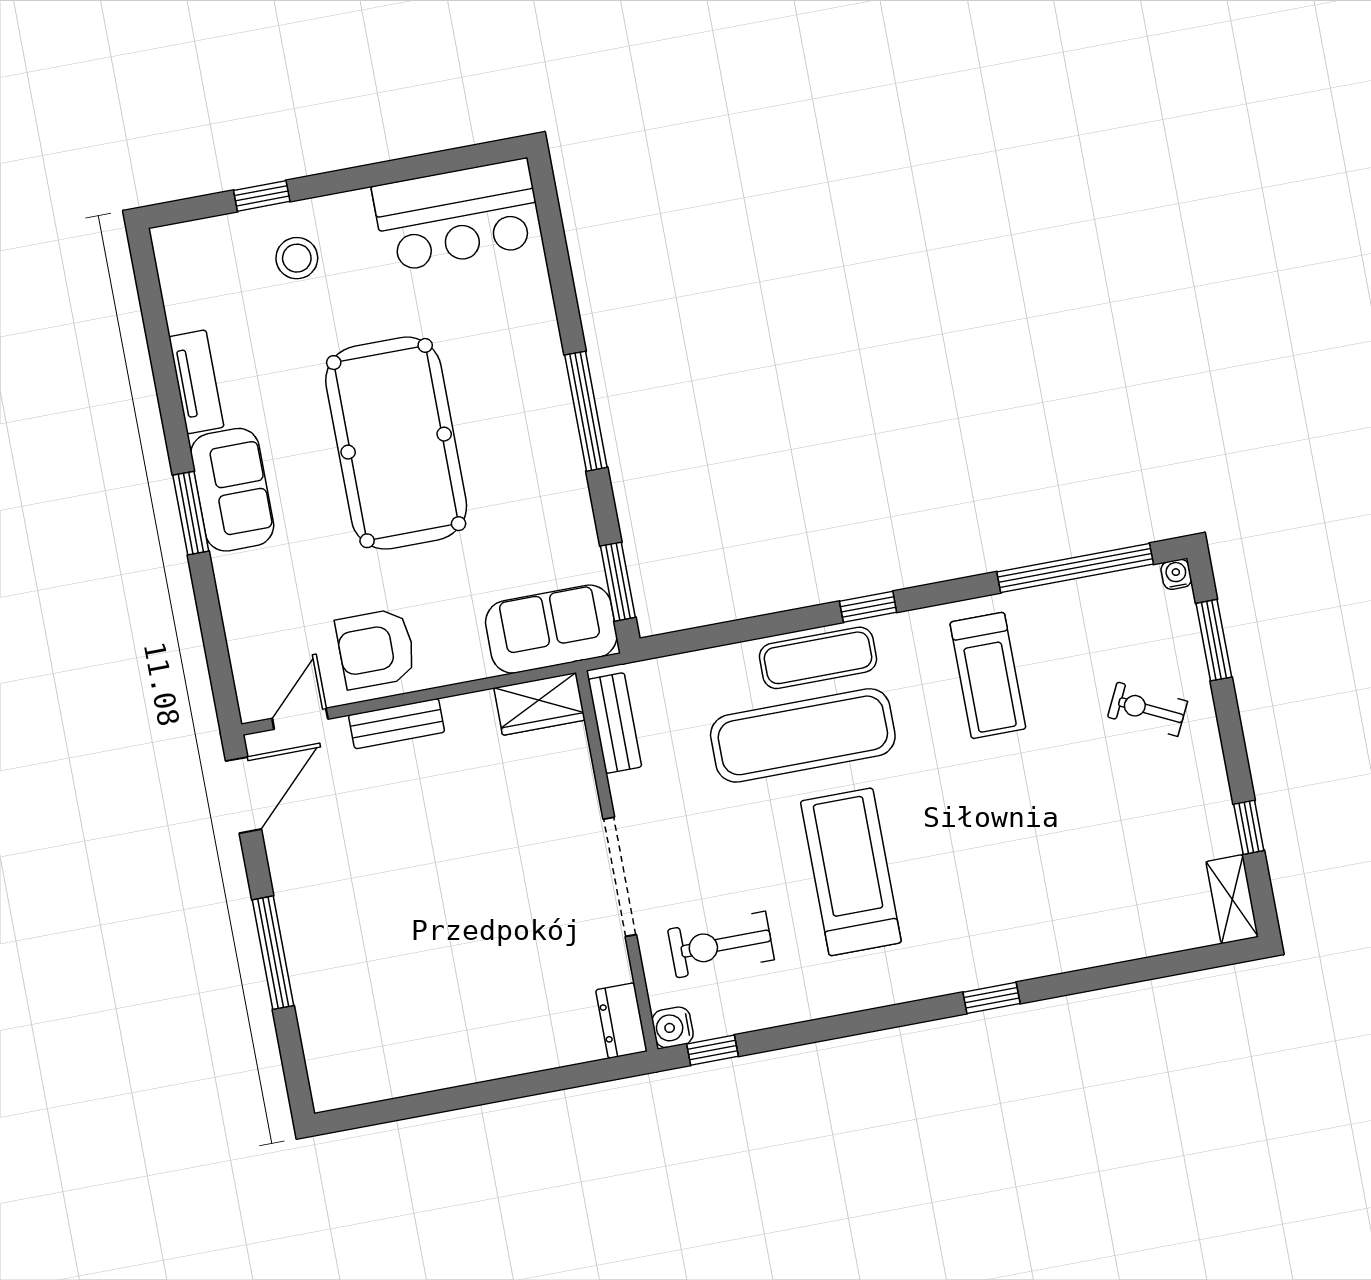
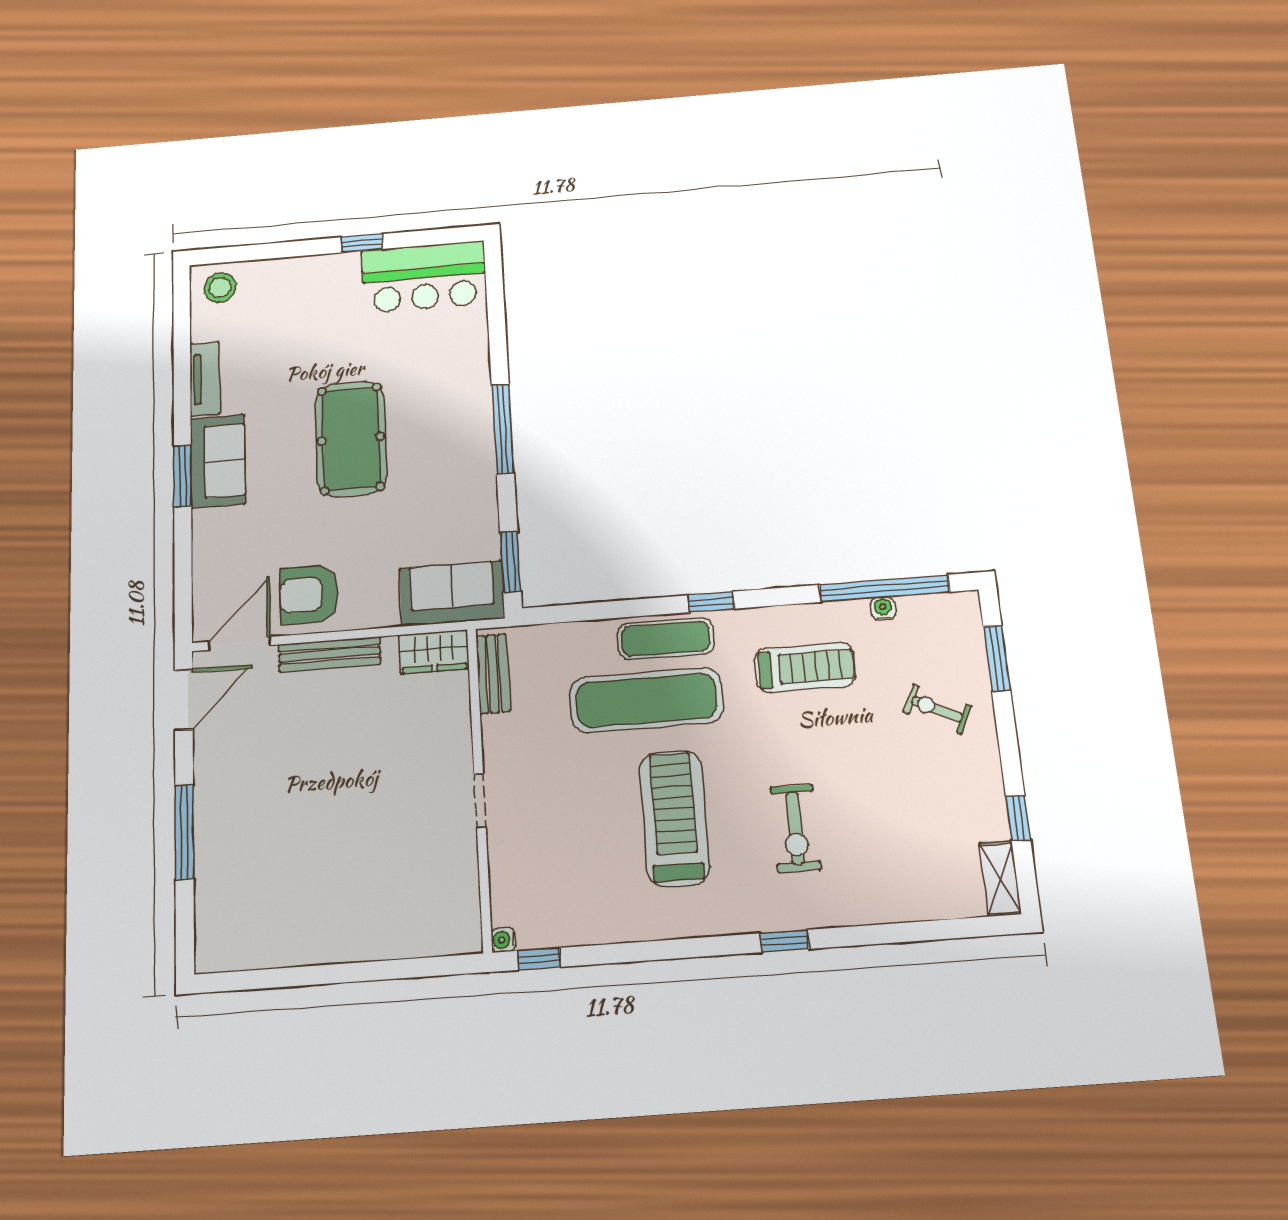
window: (262, 196) -> (362, 243), moved
stool: (297, 258) -> (220, 288), moved
pool table: (396, 443) -> (351, 439), width x0.73, depth x0.76
water cooler: (1176, 574) -> (883, 609), moved
treadmill: (988, 675) -> (805, 667), turned -90
door: (300, 719) -> (240, 643), width x1.38
bench: (397, 724) -> (330, 654), width x1.36
doorway: (620, 877) -> (480, 801), width x0.53
exercise bike: (721, 945) -> (795, 828), moved, turned -90
dresser: (621, 1021) -> (465, 924), removed
water cooler: (673, 1027) -> (503, 940), width x0.72, depth x0.72

